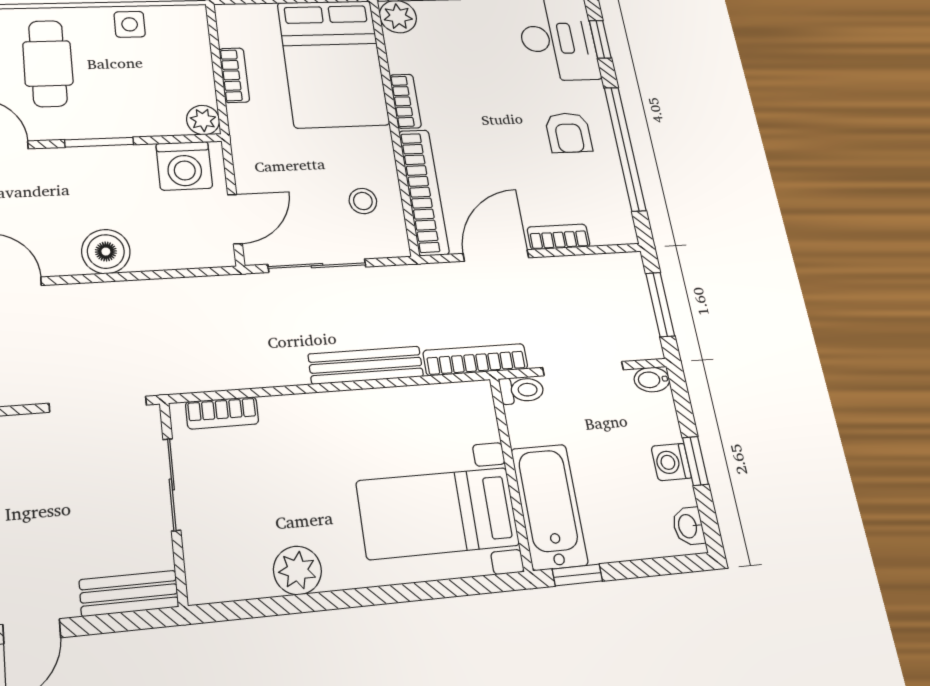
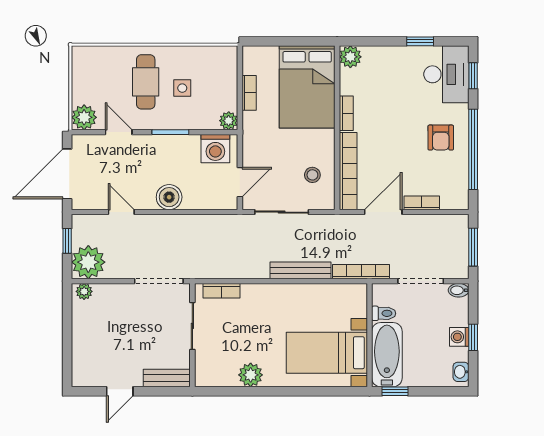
side table: (130, 24) -> (182, 88), moved
toilet: (522, 390) -> (384, 313), moved

